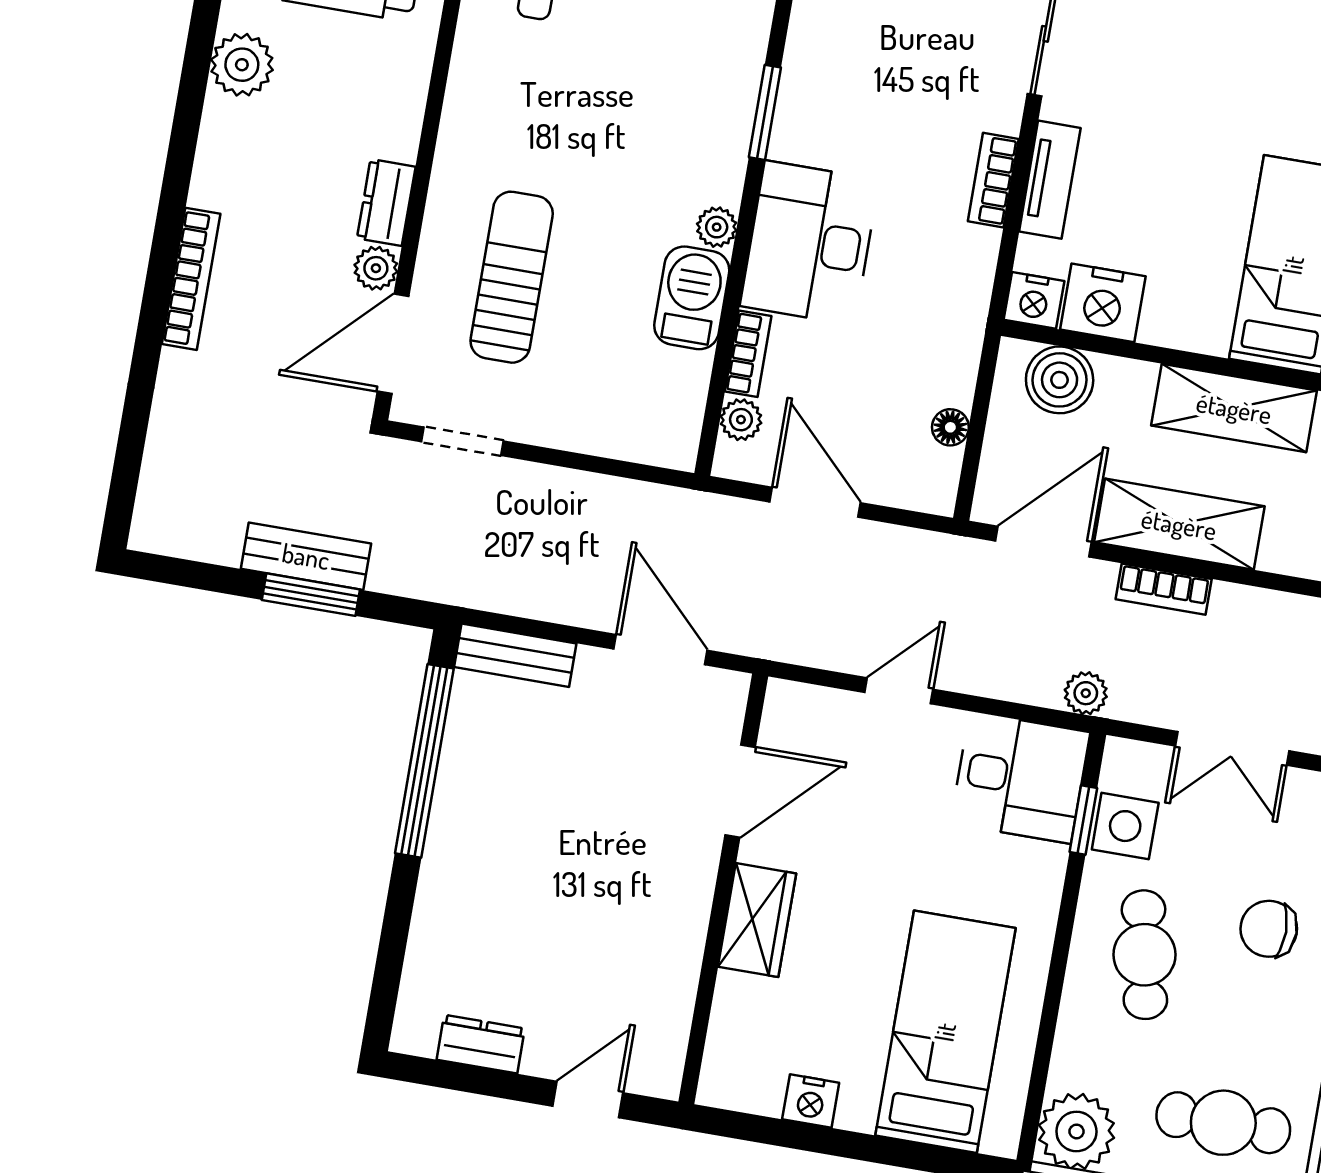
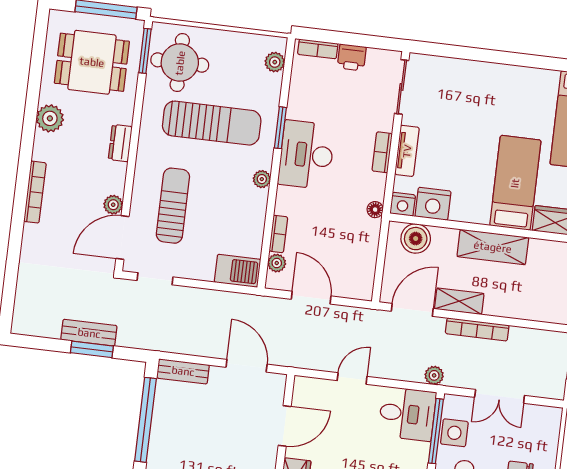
sun lounger: (609, 94) -> (212, 123), added
dresser: (386, 203) -> (120, 143), moved
desk: (810, 243) -> (306, 155), moved
bookcase: (191, 279) -> (35, 192), moved
barbecue: (692, 298) -> (238, 271), moved, turned 90
floor lamp: (950, 427) -> (375, 210), moved
shelving: (1179, 524) -> (459, 301), width x0.67, depth x0.75
bookcase: (1164, 589) -> (477, 329), width x1.56
window: (1083, 820) -> (436, 431), width x2.17

